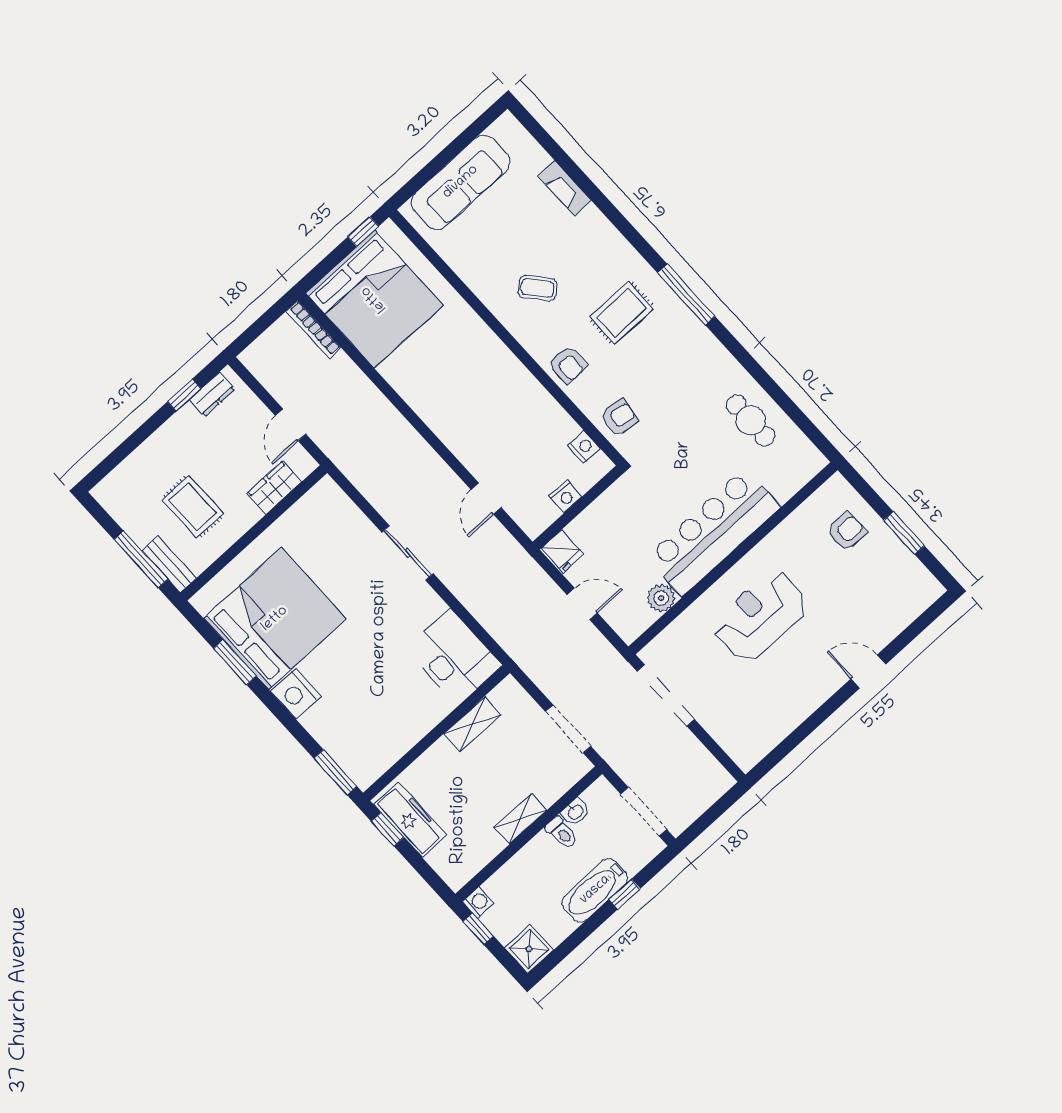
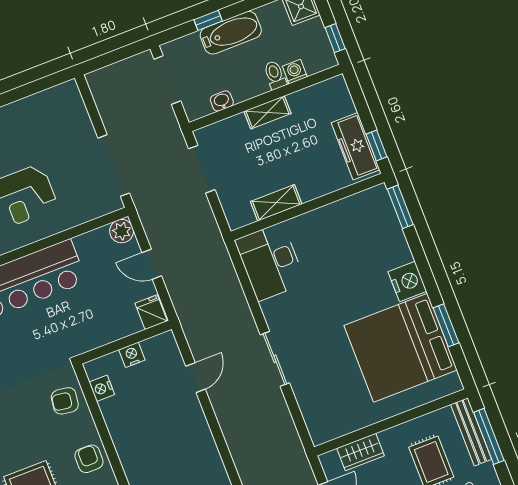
bench: (169, 564) -> (471, 432), width x1.36
plant: (661, 598) -> (122, 231), moved
toilet: (561, 833) -> (275, 75), moved
washing machine: (478, 902) -> (295, 72), moved, turned 90

